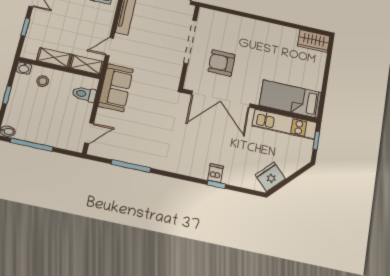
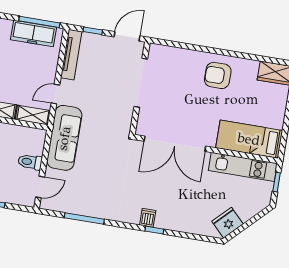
armchair: (222, 63) -> (218, 75), moved
sofa: (116, 88) -> (64, 138), width x1.36
toilet: (84, 94) -> (30, 162), moved
dishwasher: (215, 173) -> (148, 218), moved
window: (216, 184) -> (154, 230), moved

